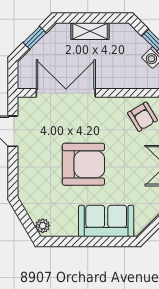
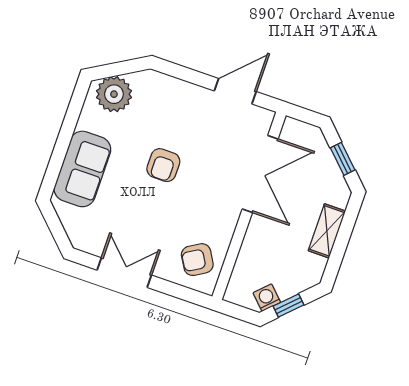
armchair: (83, 164) -> (163, 165), width x0.53, depth x0.53
plant: (43, 226) -> (114, 94), width x1.87, depth x1.87

